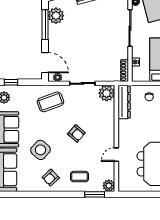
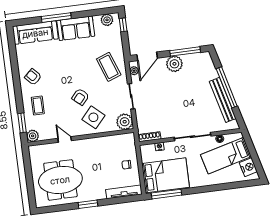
plant: (56, 16) -> (174, 64), moved
dresser: (124, 102) -> (118, 140), removed
side table: (40, 150) -> (93, 117), moved

